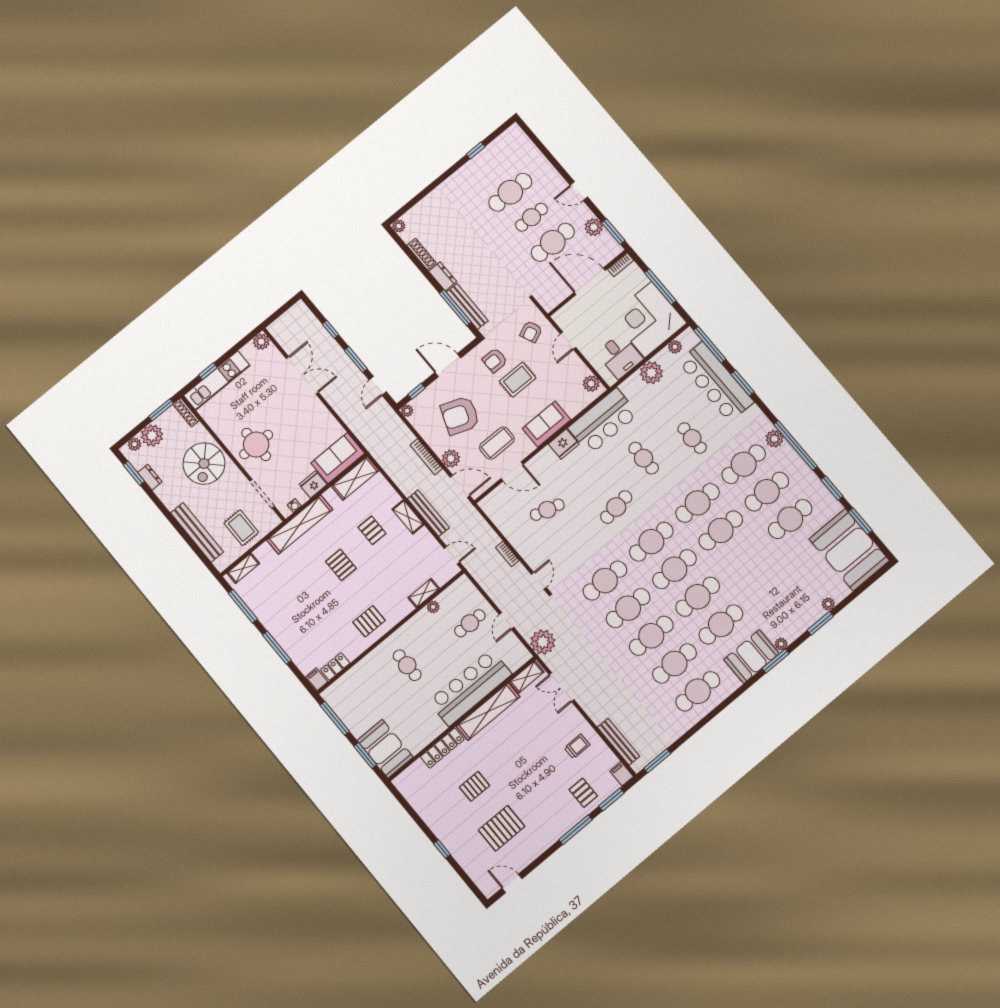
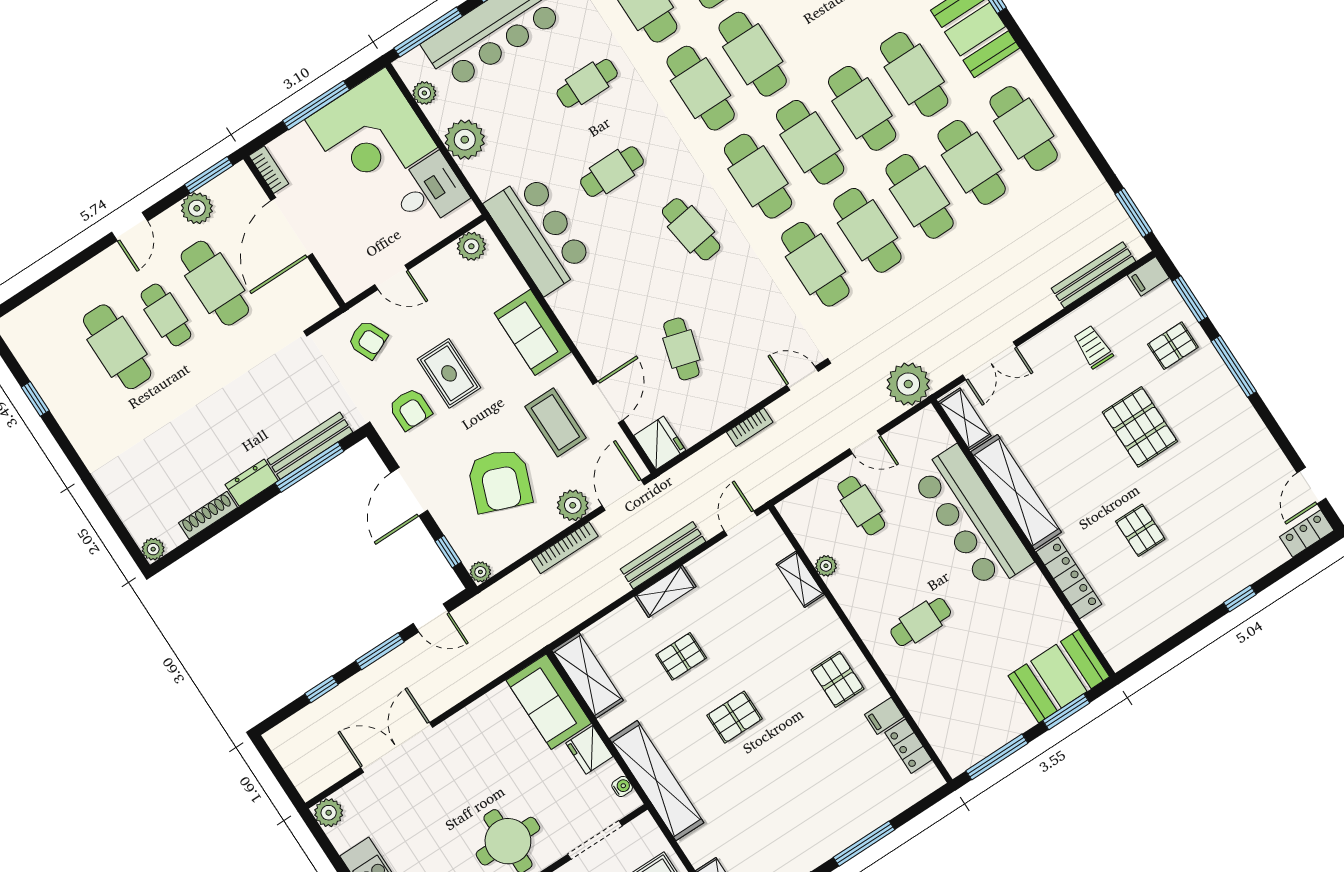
fridge: (564, 444) -> (660, 443), moved
filing cabinet: (317, 679) -> (884, 716), moved
pallet: (502, 828) -> (1140, 427), moved
locker: (484, 884) -> (1307, 534), added

